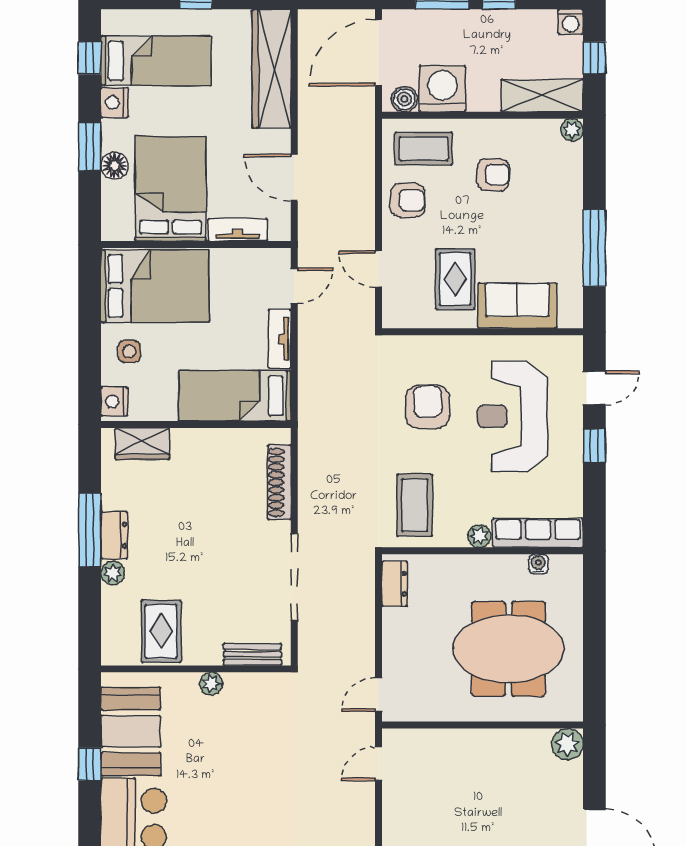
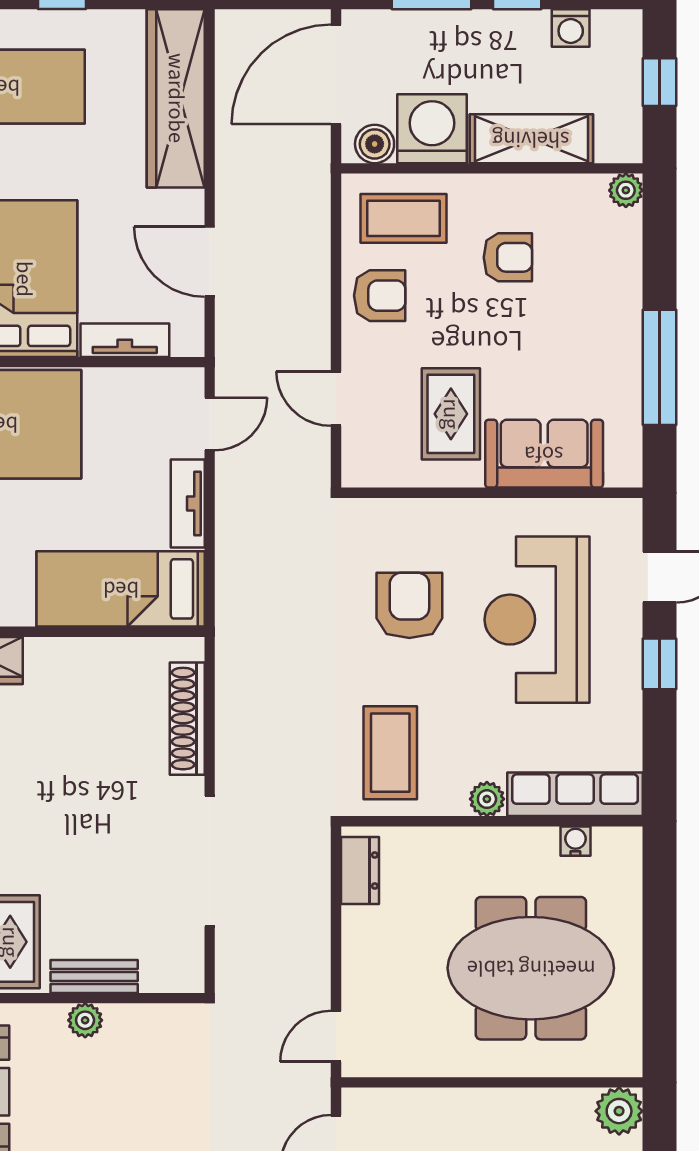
washing machine: (571, 22) -> (571, 28), moved
shelving: (542, 96) -> (531, 139), moved
bench: (252, 654) -> (94, 977), moved

